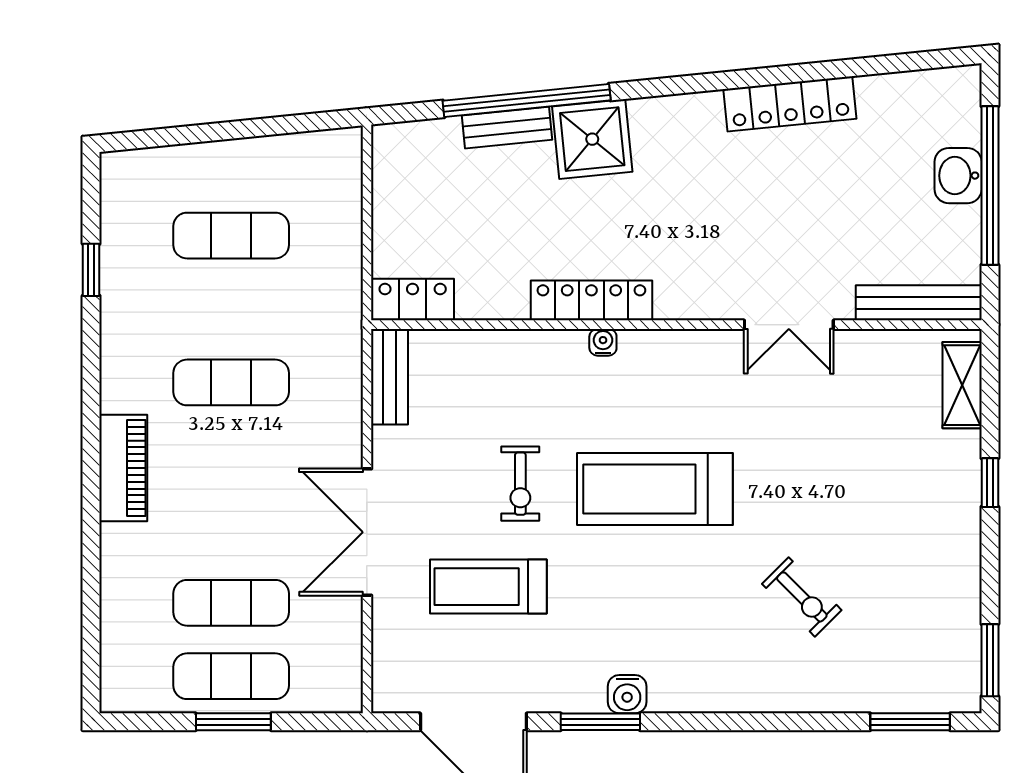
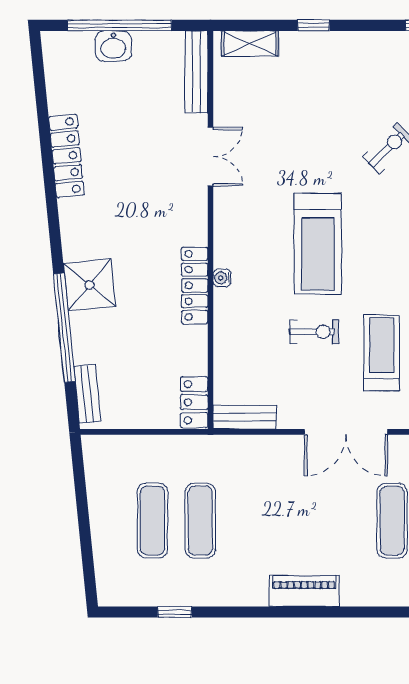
bench: (507, 128) -> (87, 394), moved
exercise mat: (231, 382) -> (200, 521), moved
treadmill: (488, 587) -> (382, 353), turned 180

